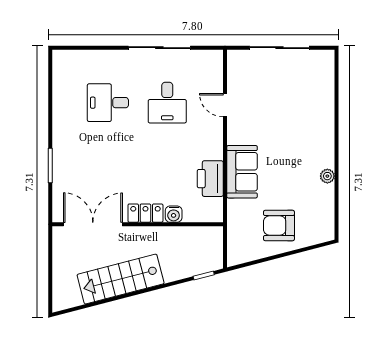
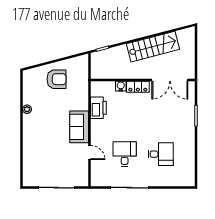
sofa: (242, 172) -> (79, 127), moved

